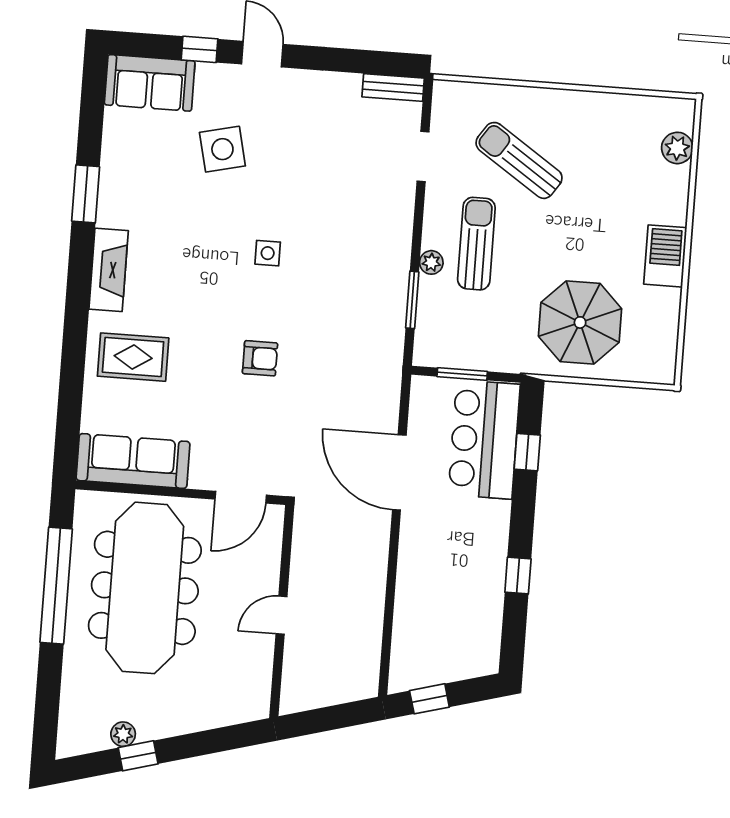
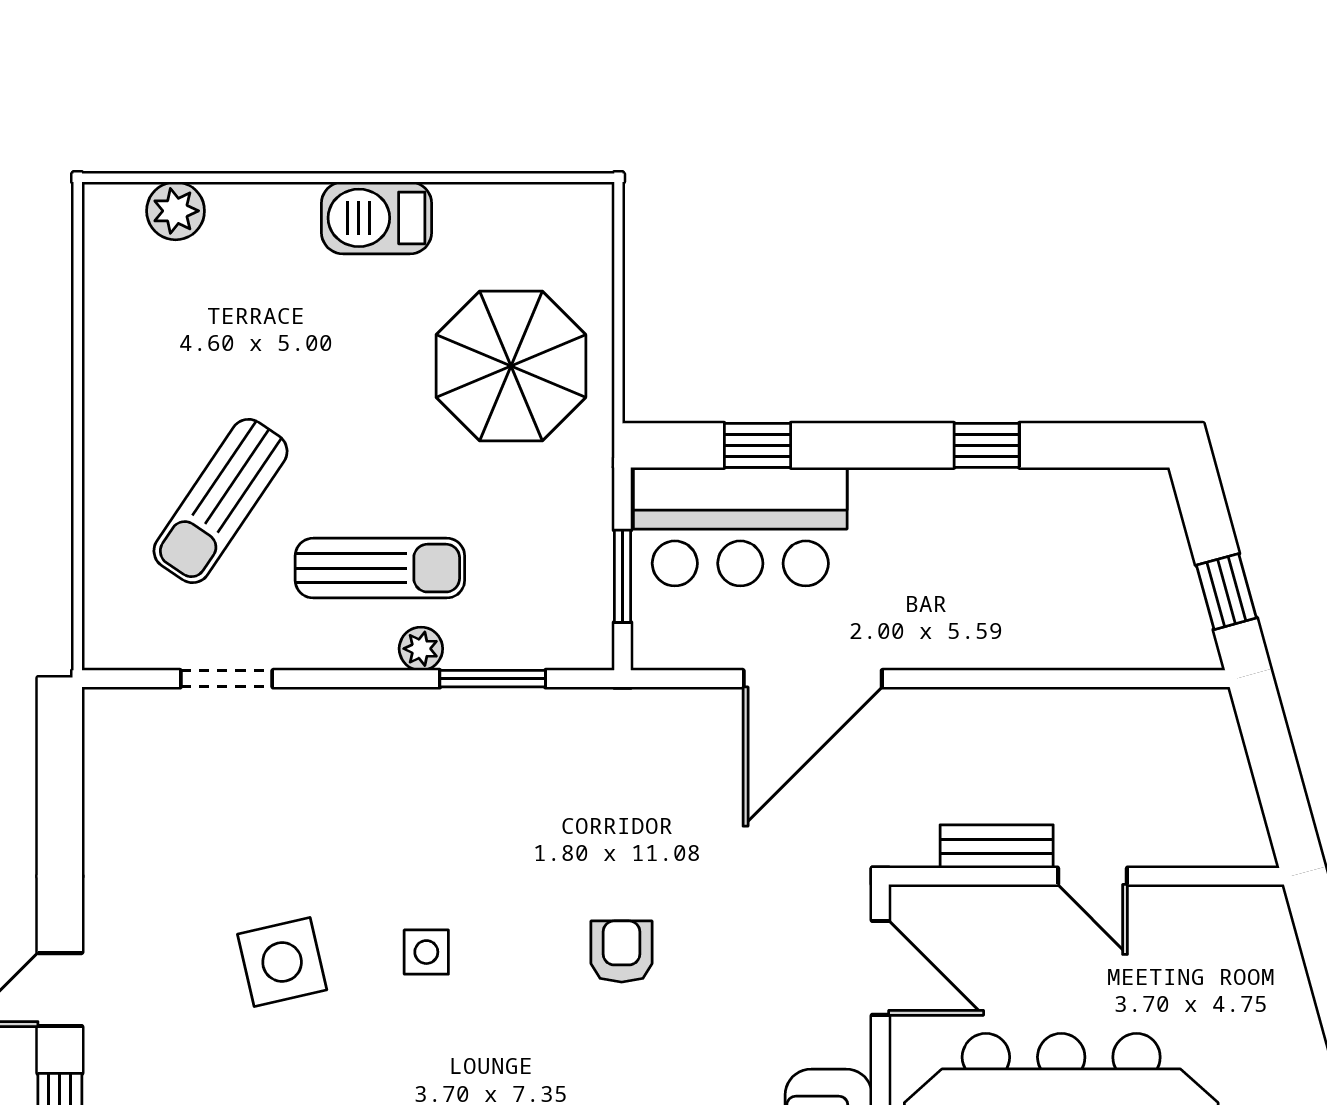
bench: (393, 88) -> (997, 846), moved, turned 90
side table: (222, 149) -> (282, 962), moved
sun lounger: (476, 244) -> (380, 568), turned 180

